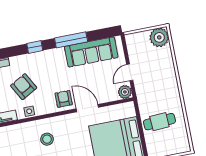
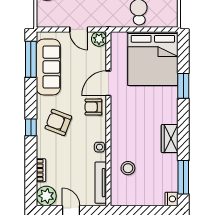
window: (71, 40) -> (31, 59), moved
armchair: (24, 87) -> (58, 122), moved, turned 50
stool: (47, 139) -> (128, 168), moved

